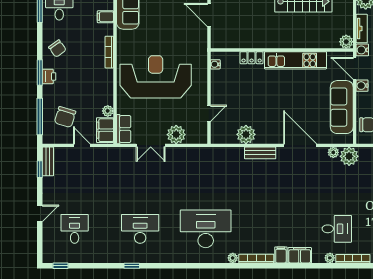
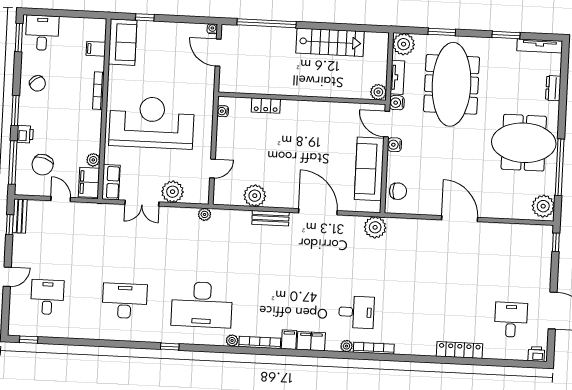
kitchen unit: (295, 60) -> (317, 111), removed
printer: (49, 76) -> (25, 134), moved
plant: (333, 152) -> (205, 214), moved
desk: (206, 229) -> (202, 305), turned 180
window: (132, 266) -> (170, 347), moved

